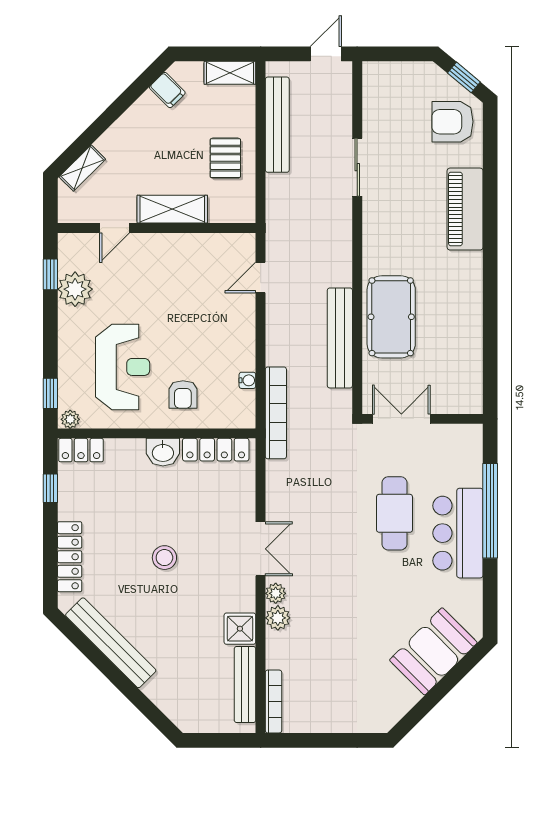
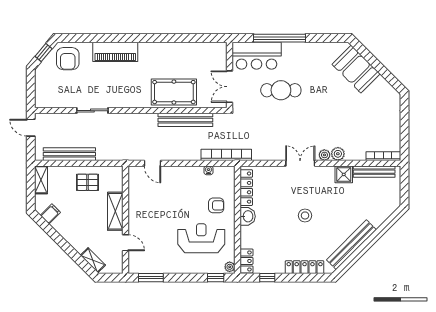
window: (50, 274) -> (151, 278), width x1.50
plant: (75, 289) -> (159, 264), removed
bar counter: (458, 533) -> (257, 56), moved

